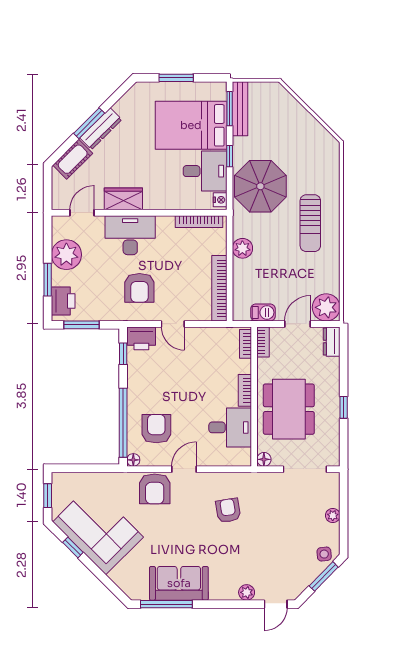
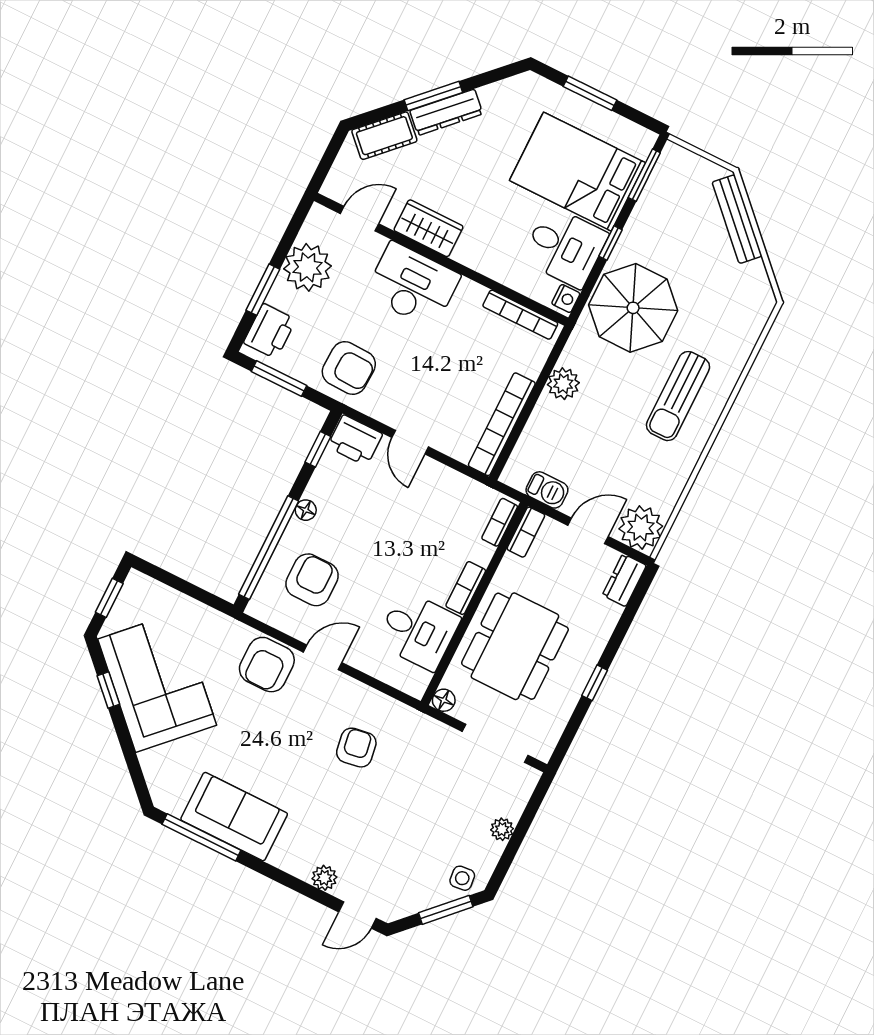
bench: (240, 109) -> (737, 219), moved, turned -45
armchair: (139, 288) -> (349, 368), moved, turned -88
floor lamp: (133, 460) -> (306, 510), moved

